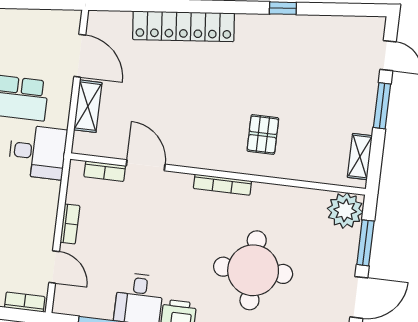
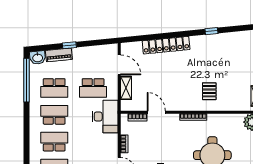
desk: (38, 152) -> (105, 117), width x1.37

